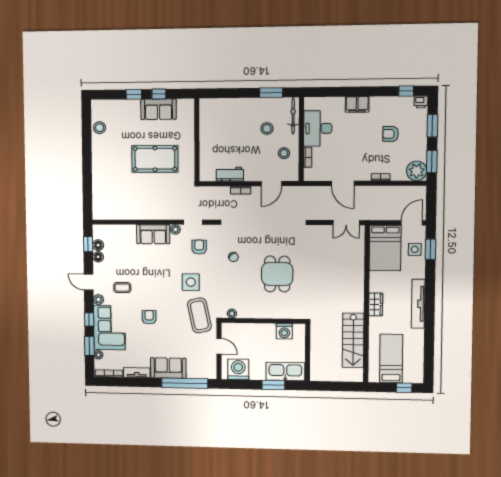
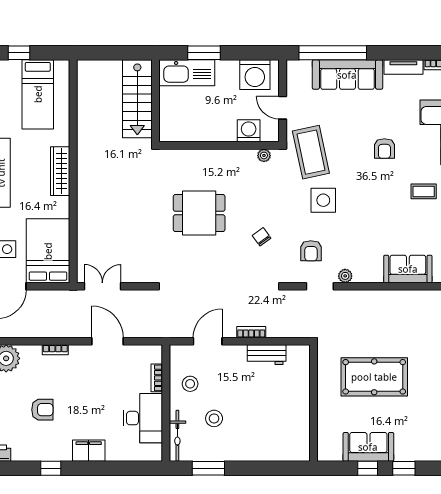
window: (406, 91) -> (51, 468), moved
sofa: (153, 234) -> (408, 269), moved
dining table: (277, 274) -> (199, 213), turned 90
wardrobe: (376, 304) -> (60, 171), width x1.50
washing machine: (284, 331) -> (249, 131), moved
stairs: (353, 340) -> (137, 99), moved, turned 180
sofa: (168, 368) -> (347, 75), width x1.36

